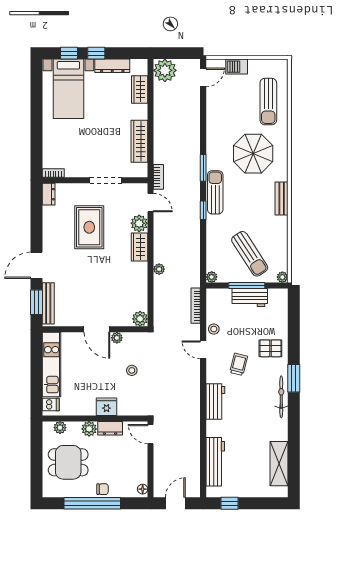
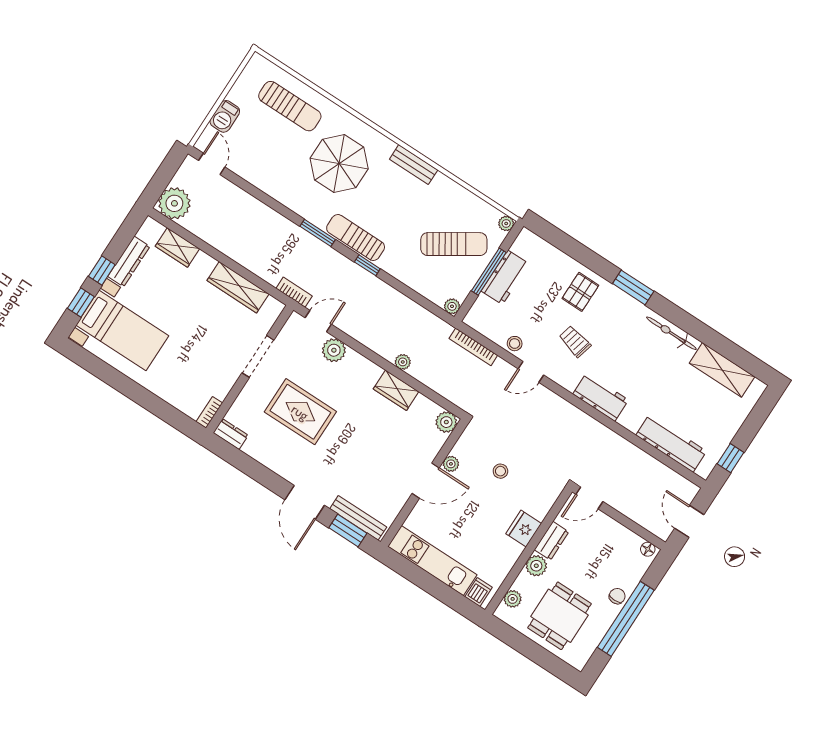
wardrobe: (139, 247) -> (396, 390), moved
bicycle: (281, 397) -> (671, 333), moved

